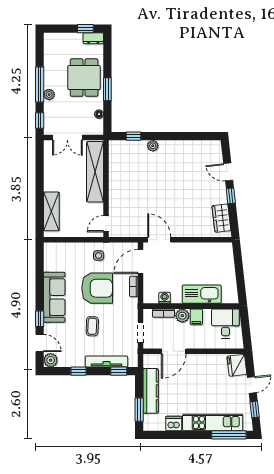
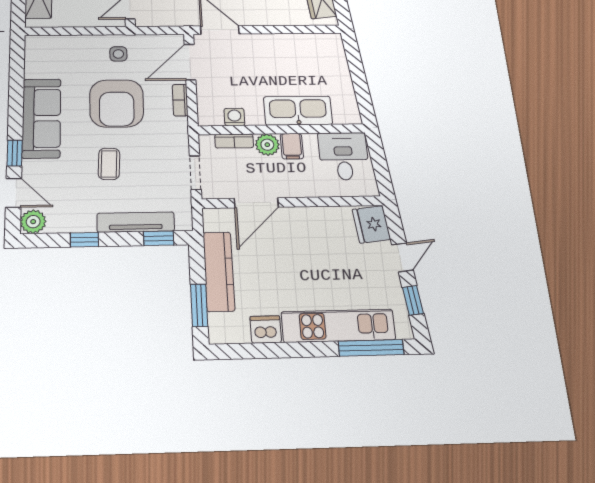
armchair: (97, 288) -> (117, 103), turned 90

